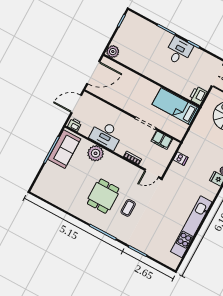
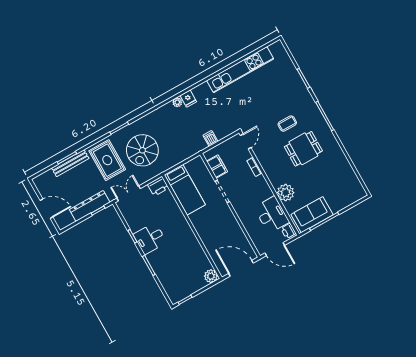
desk: (106, 135) -> (272, 215), moved
door: (152, 173) -> (246, 142), hinge flipped

